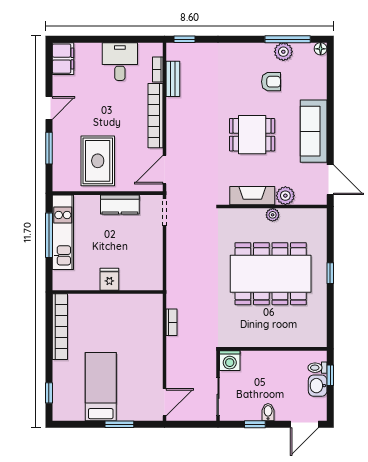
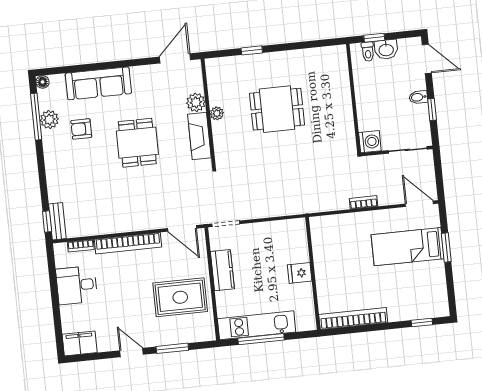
bench: (173, 79) -> (57, 221), moved, turned 90
armchair: (271, 82) -> (81, 129), turned -90
sofa: (314, 131) -> (98, 83), moved
window: (330, 273) -> (252, 50), moved
dining table: (271, 274) -> (277, 109), width x0.53, depth x0.80
bookcase: (171, 322) -> (364, 202), moved
bed: (101, 387) -> (408, 247), moved

